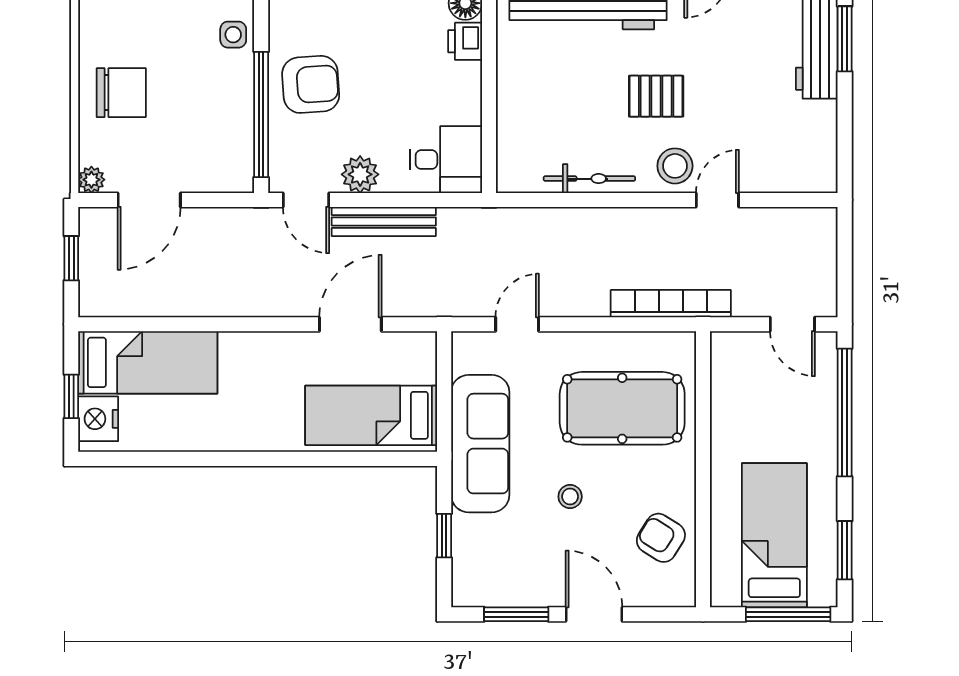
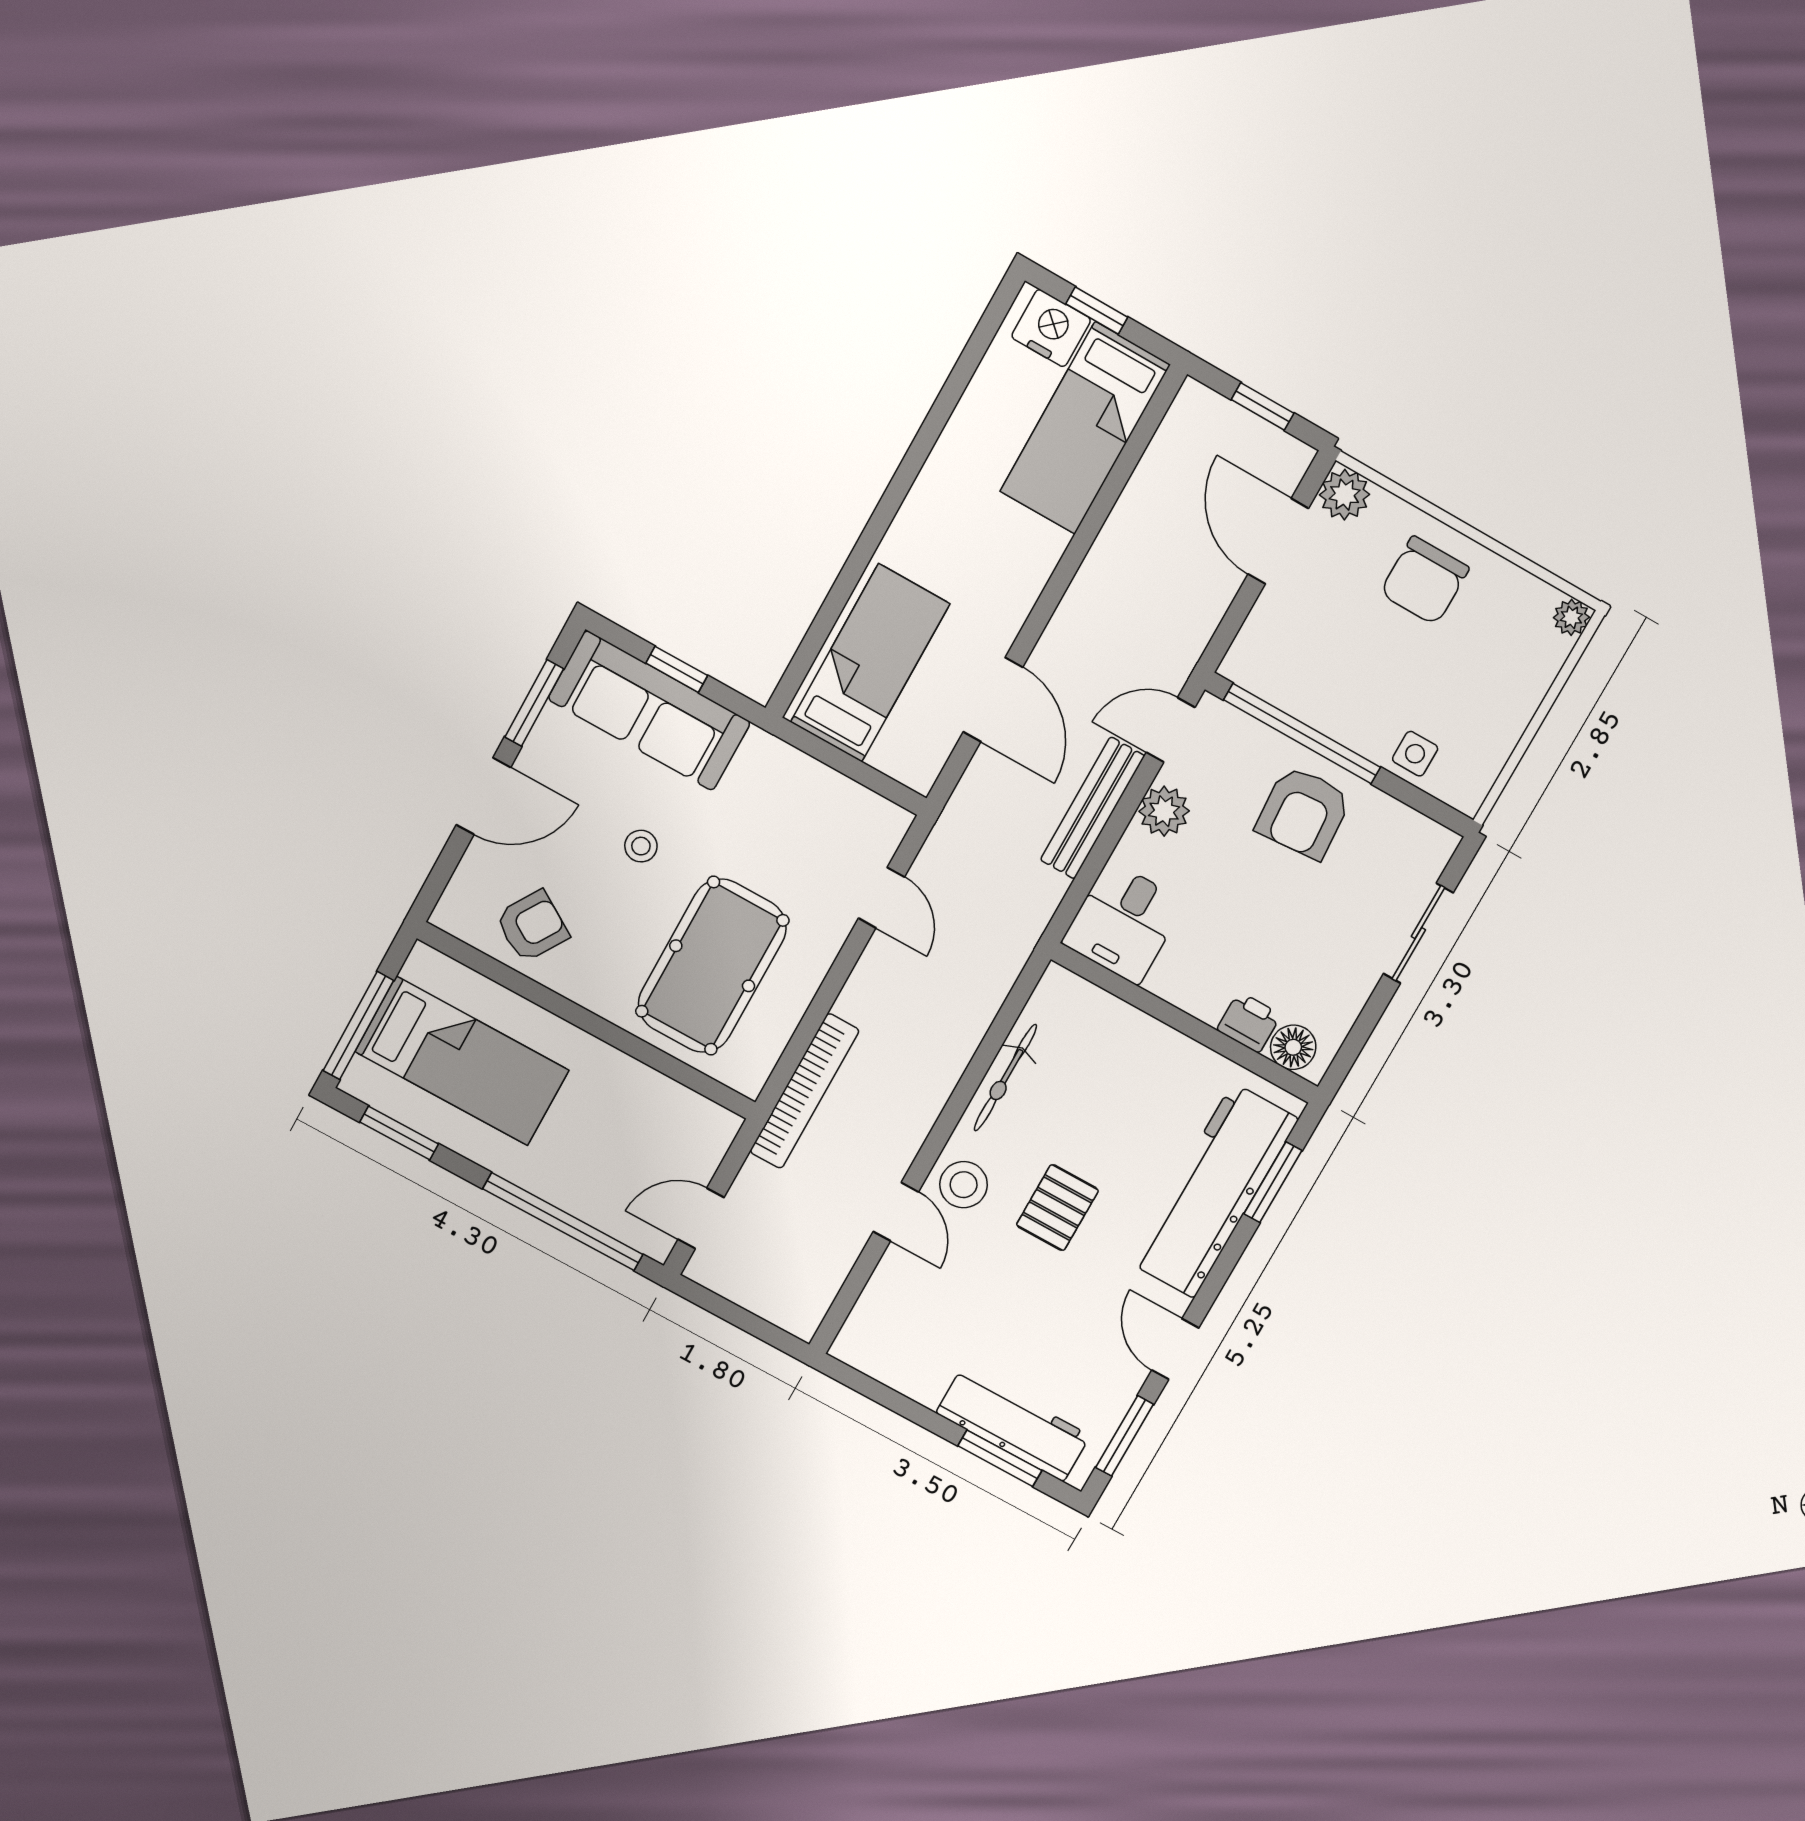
plant: (91, 180) -> (1345, 495), width x1.38, depth x1.38
sofa: (480, 444) -> (649, 711), moved

